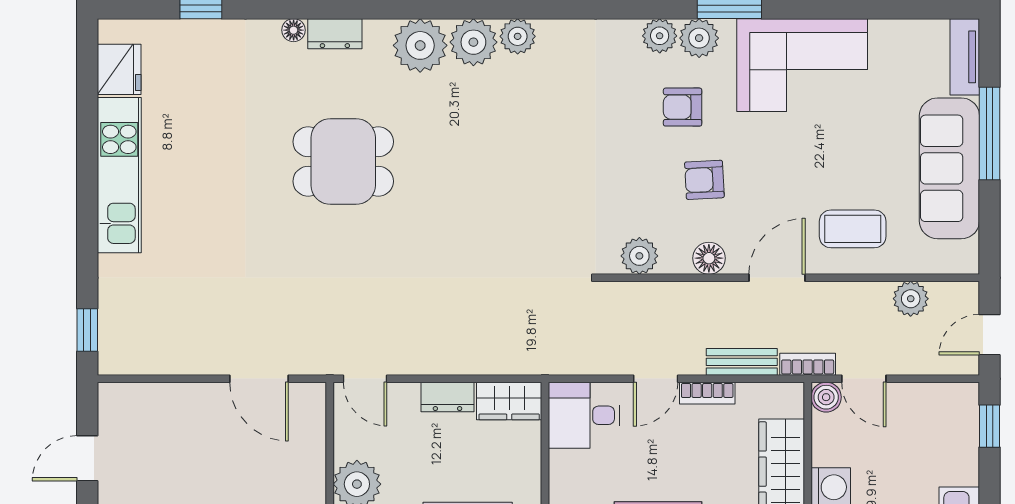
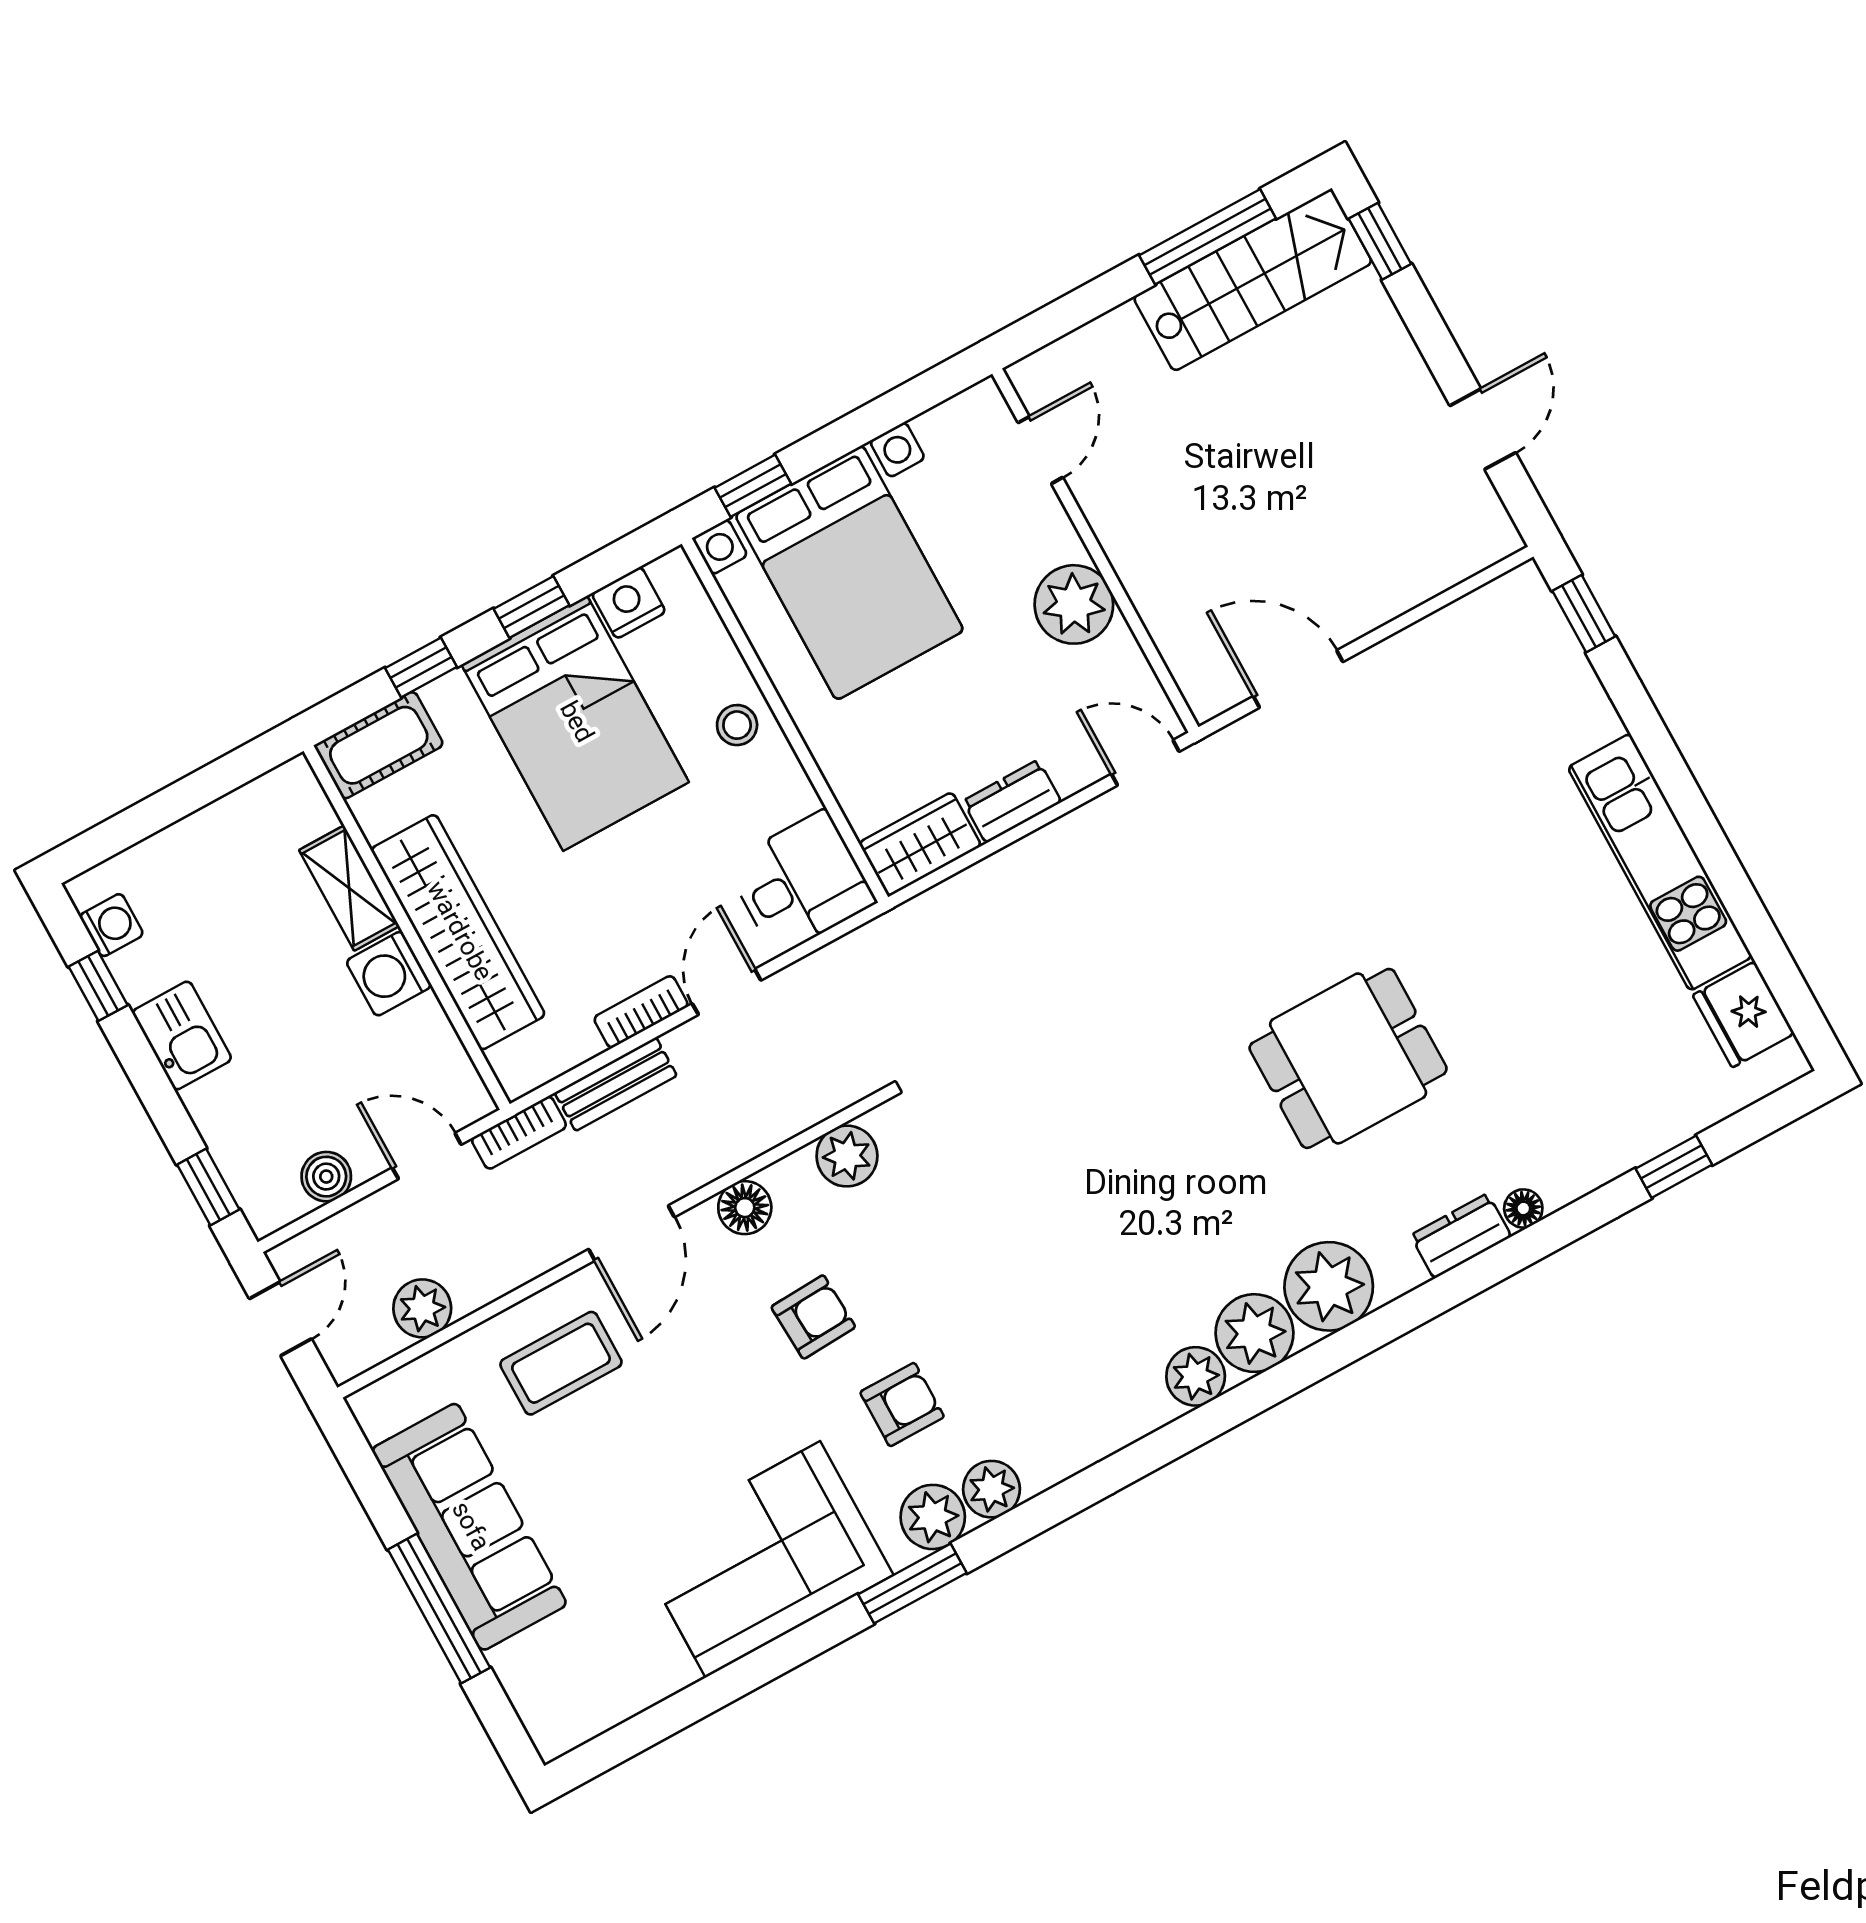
tv unit: (965, 57) -> (535, 1699), removed
boiler: (826, 397) -> (326, 1177), moved

